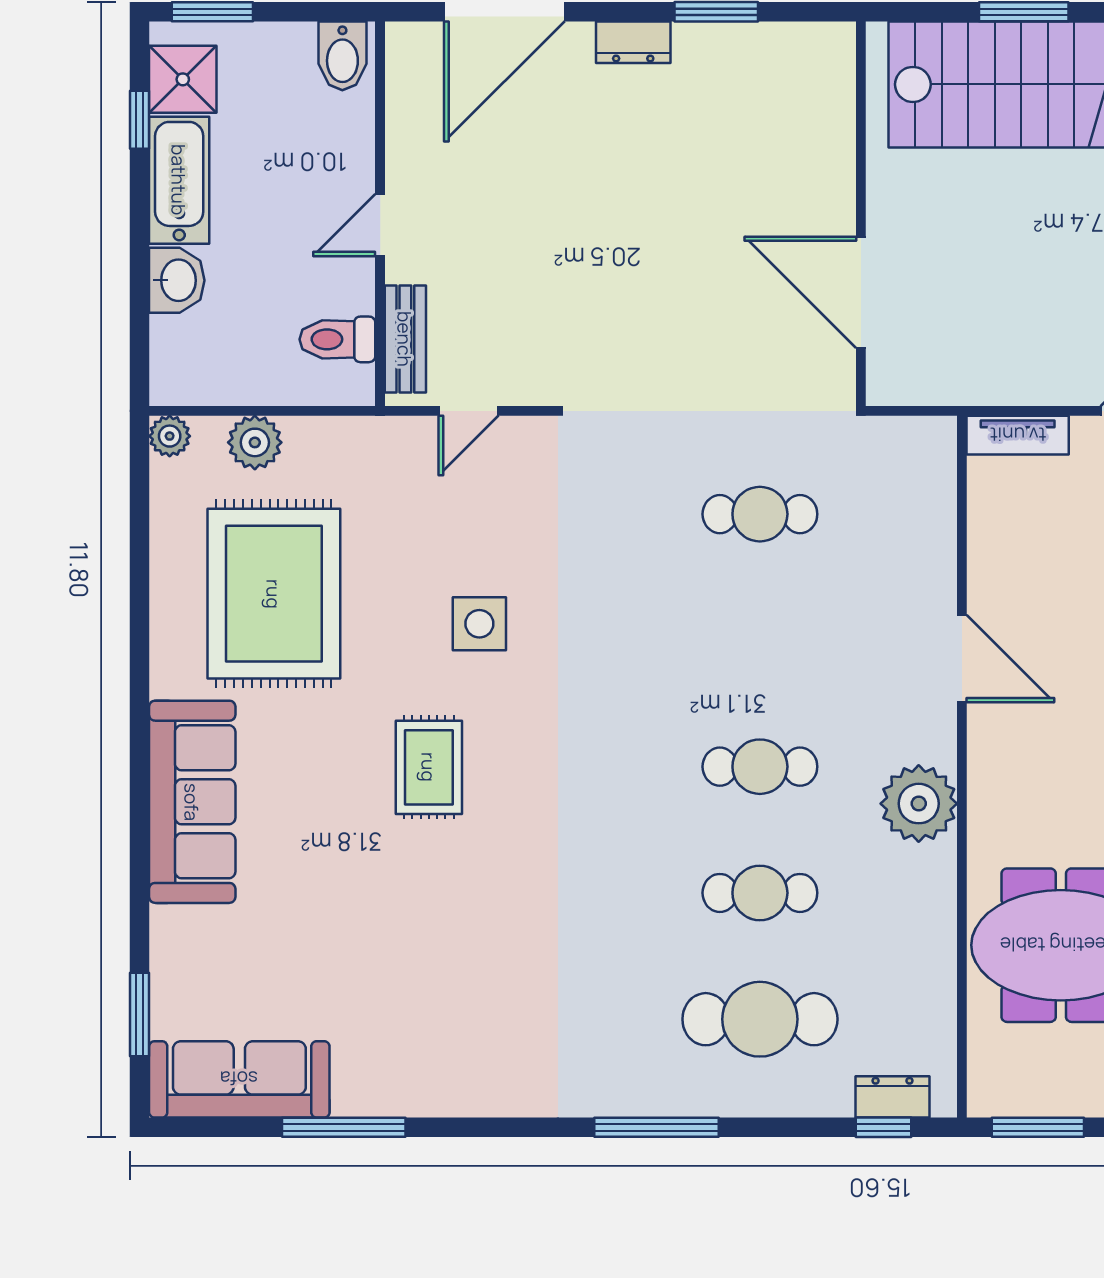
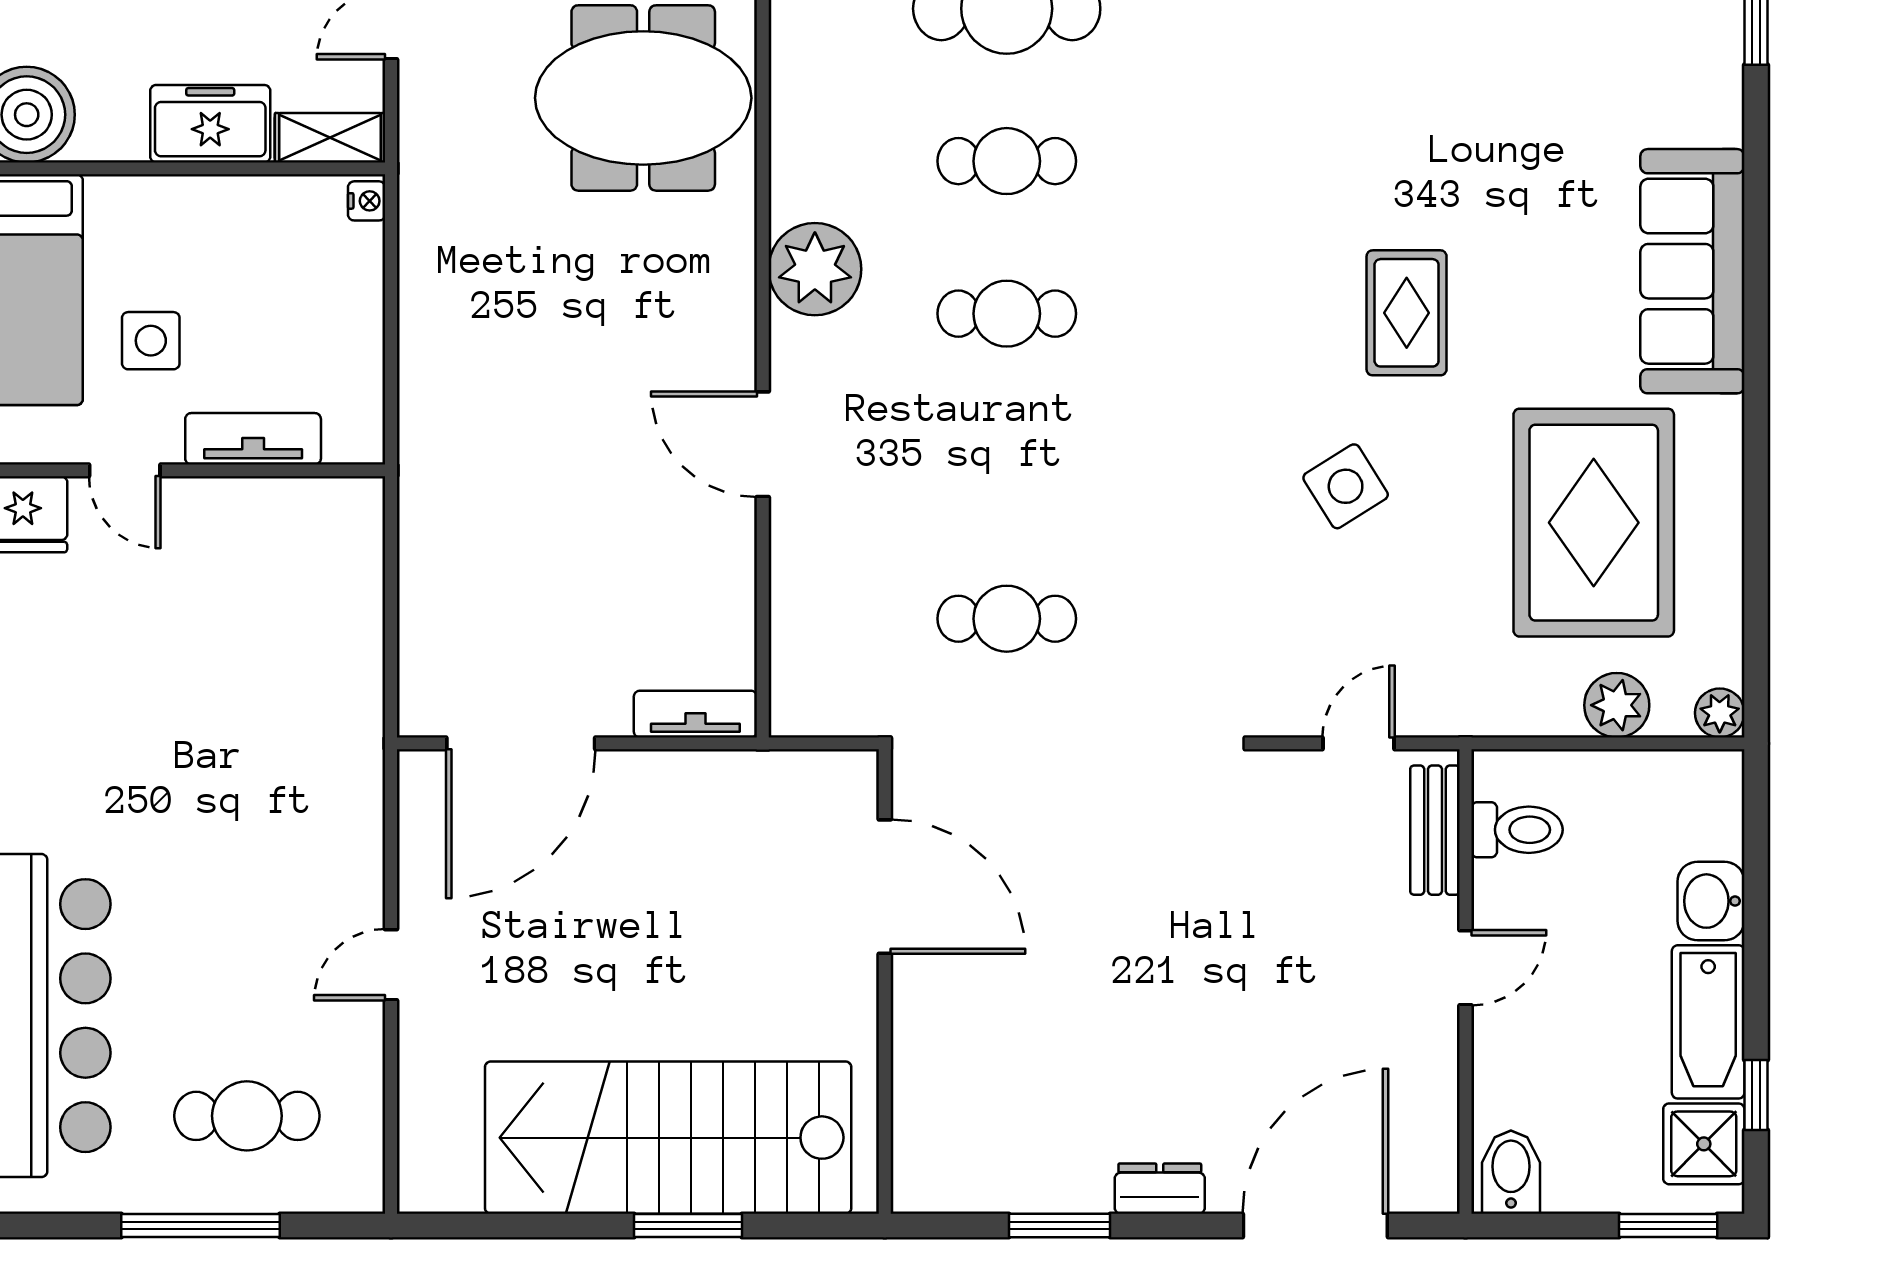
side table: (479, 624) -> (1346, 486), turned -32

